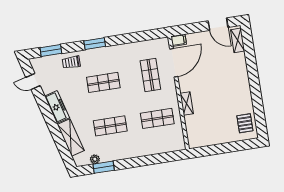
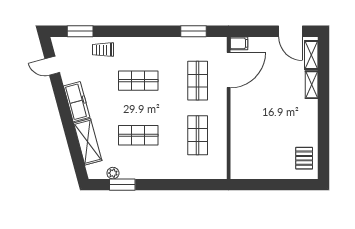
window: (95, 44) -> (193, 31), moved
shelving: (187, 103) -> (312, 85), moved
shop shelf: (157, 118) -> (198, 135), turned 90

